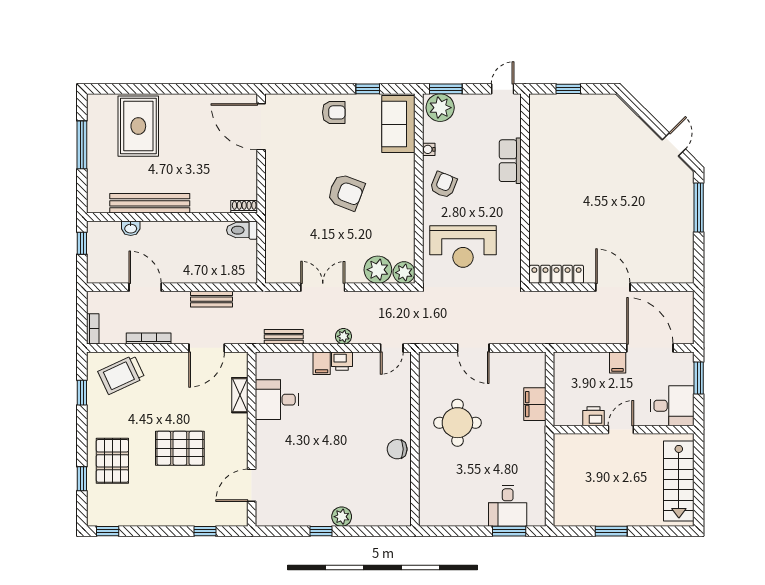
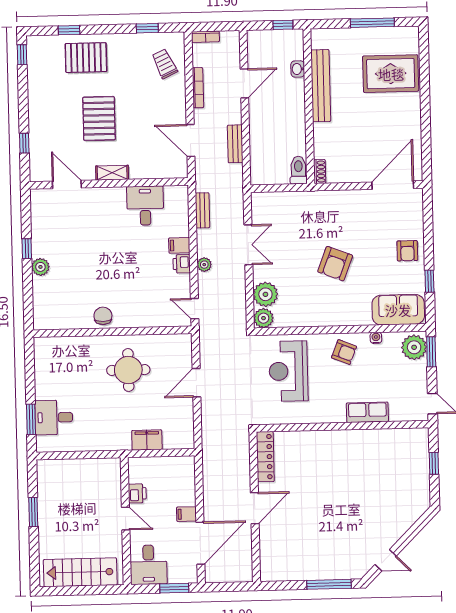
trolley: (121, 375) -> (164, 64), width x0.73, depth x0.72
shelving: (240, 395) -> (112, 173), moved

